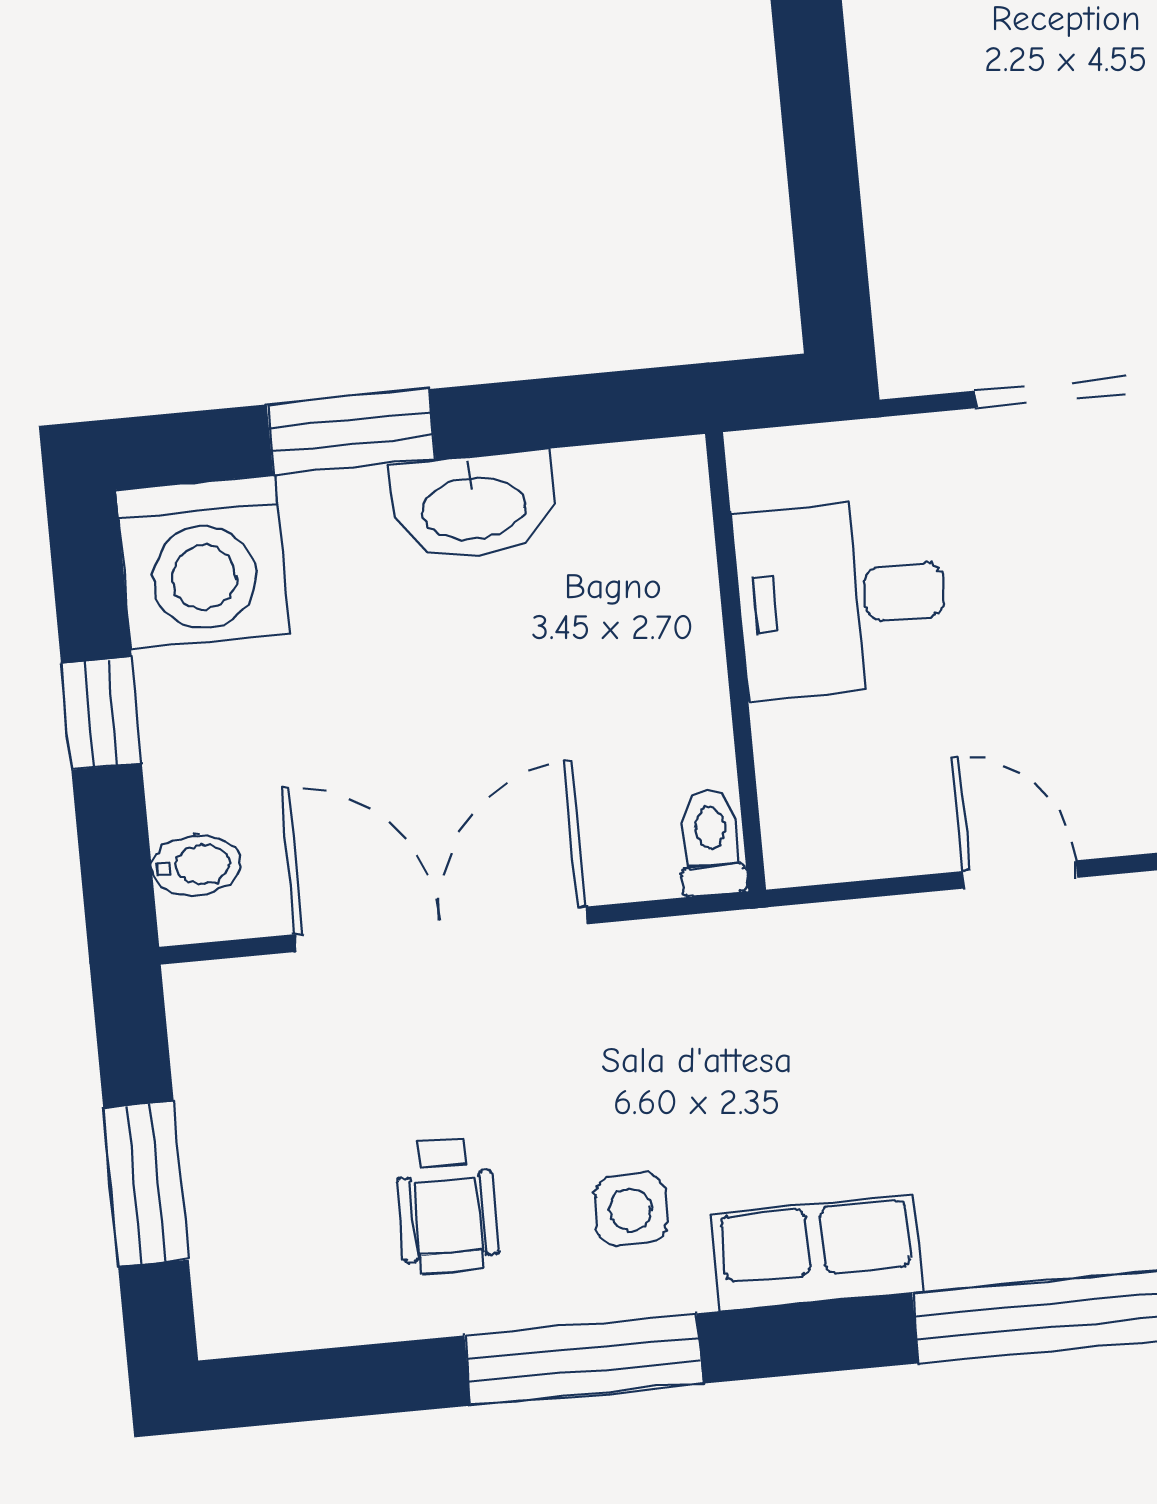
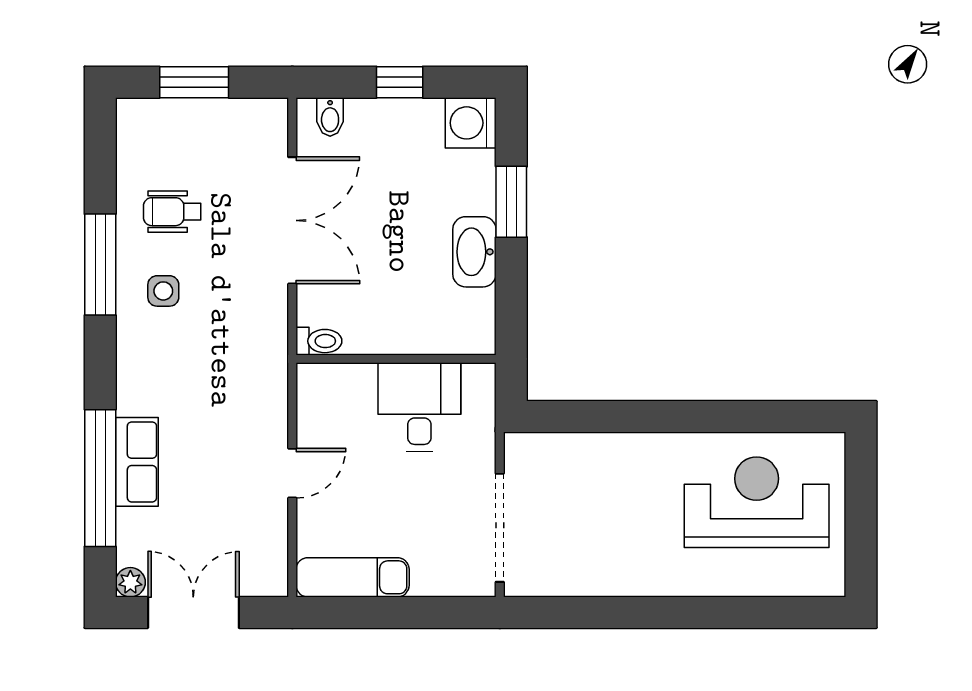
washing machine: (203, 561) -> (471, 123), width x0.73, depth x0.73
row of seats: (817, 1253) -> (137, 462), moved

